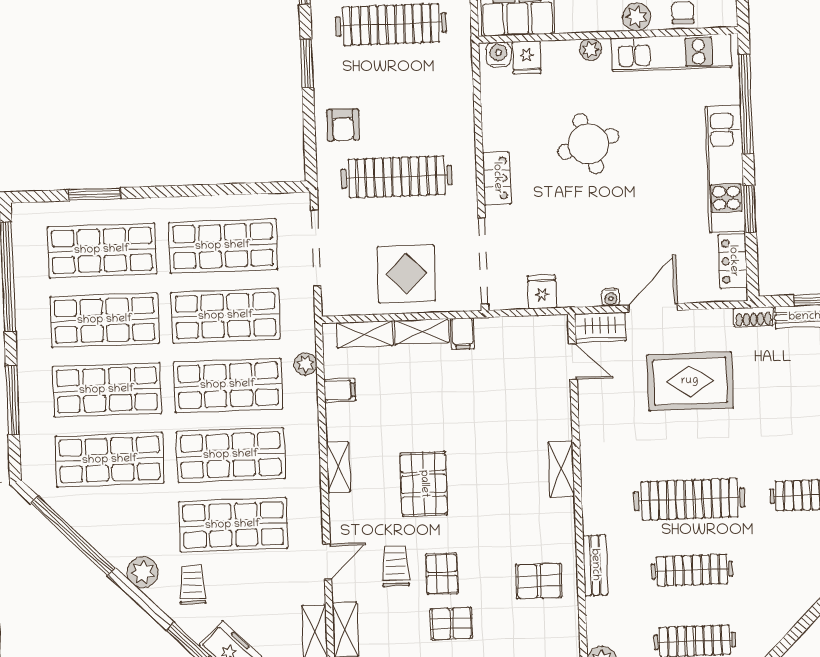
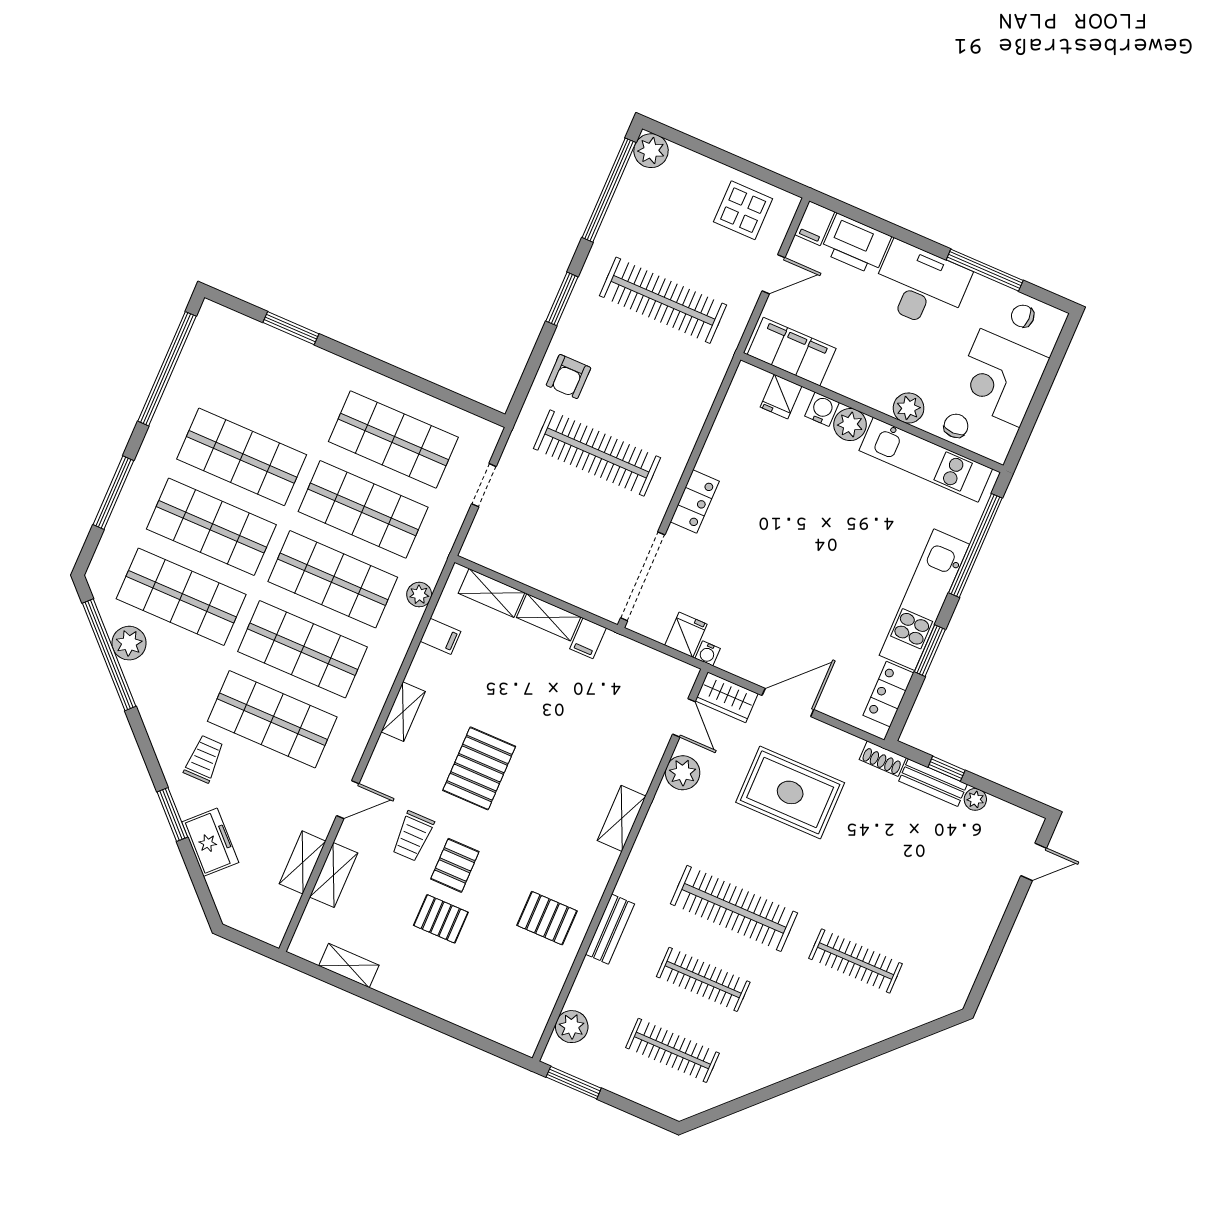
plant: (590, 50) -> (850, 425), width x1.38, depth x1.38
water cooler: (498, 54) -> (822, 409), moved
round table: (588, 144) -> (801, 510), removed
doorway: (316, 248) -> (484, 485), width x0.53
shop shelf: (102, 250) -> (272, 387), removed
display table: (406, 274) -> (561, 553), removed
water cooler: (611, 297) -> (708, 653), moved
plant: (594, 407) -> (683, 773), added
trolley: (396, 566) -> (413, 836), turned 180
plant: (143, 572) -> (129, 643), moved

